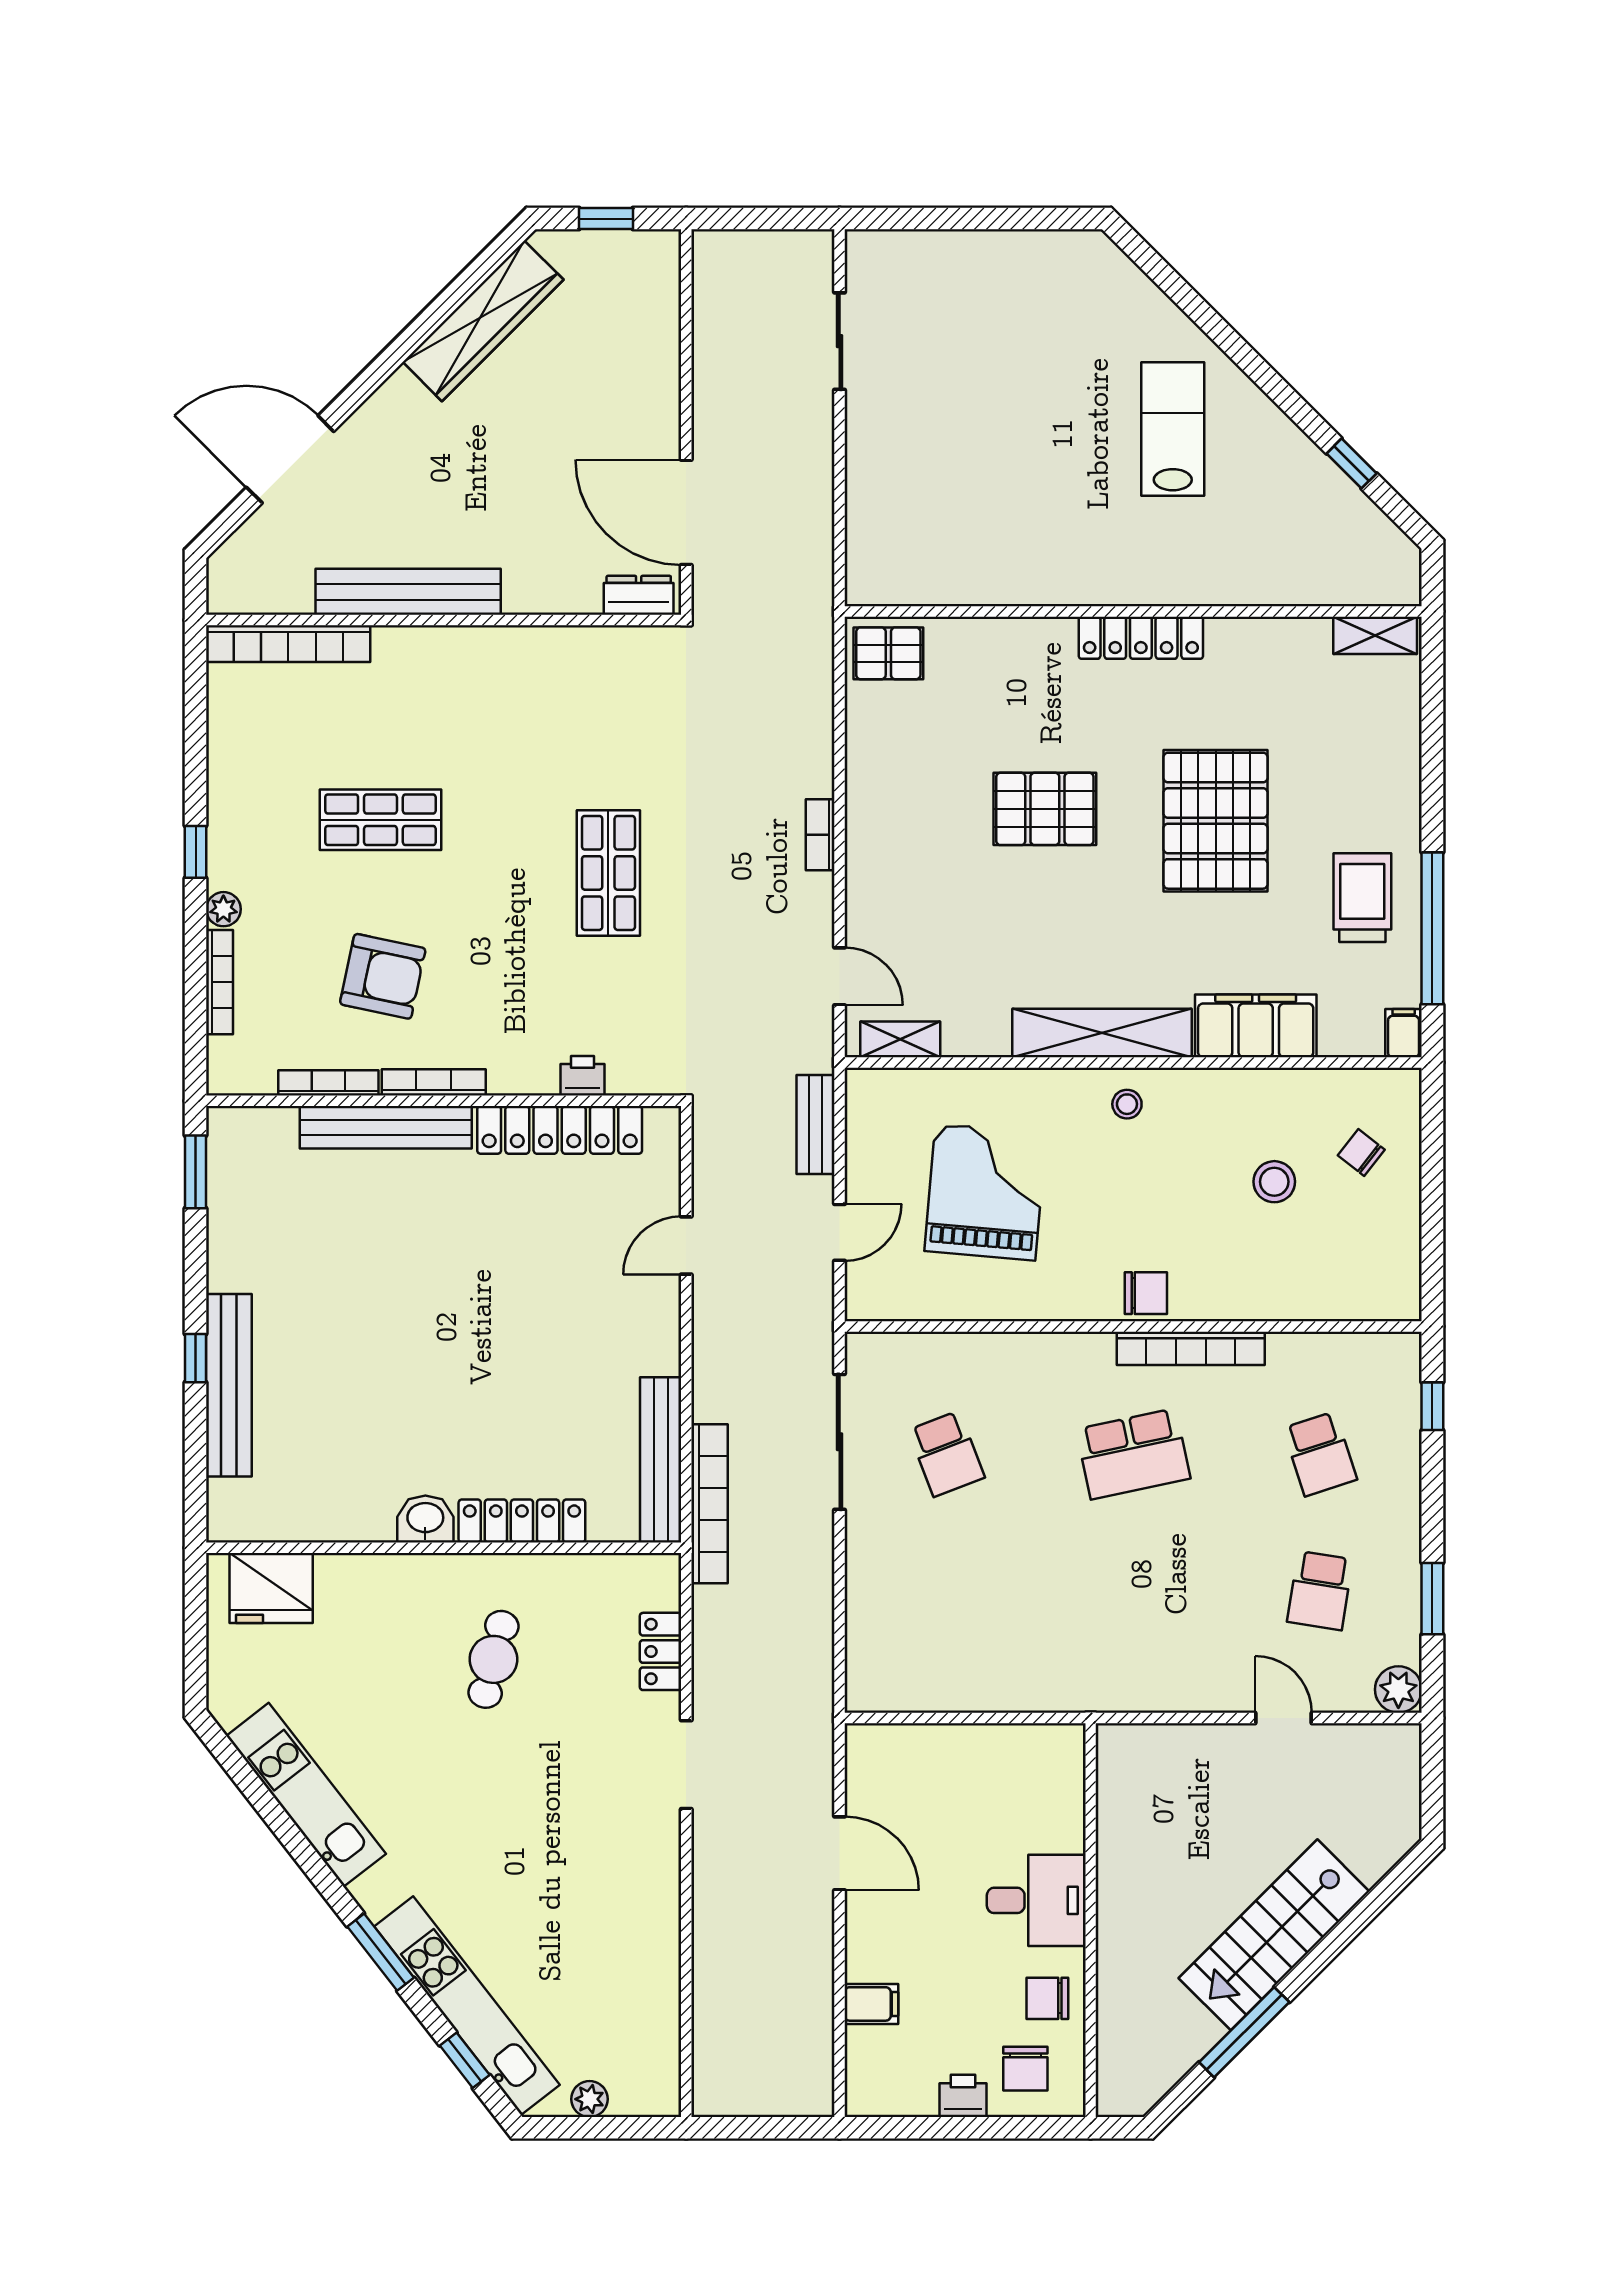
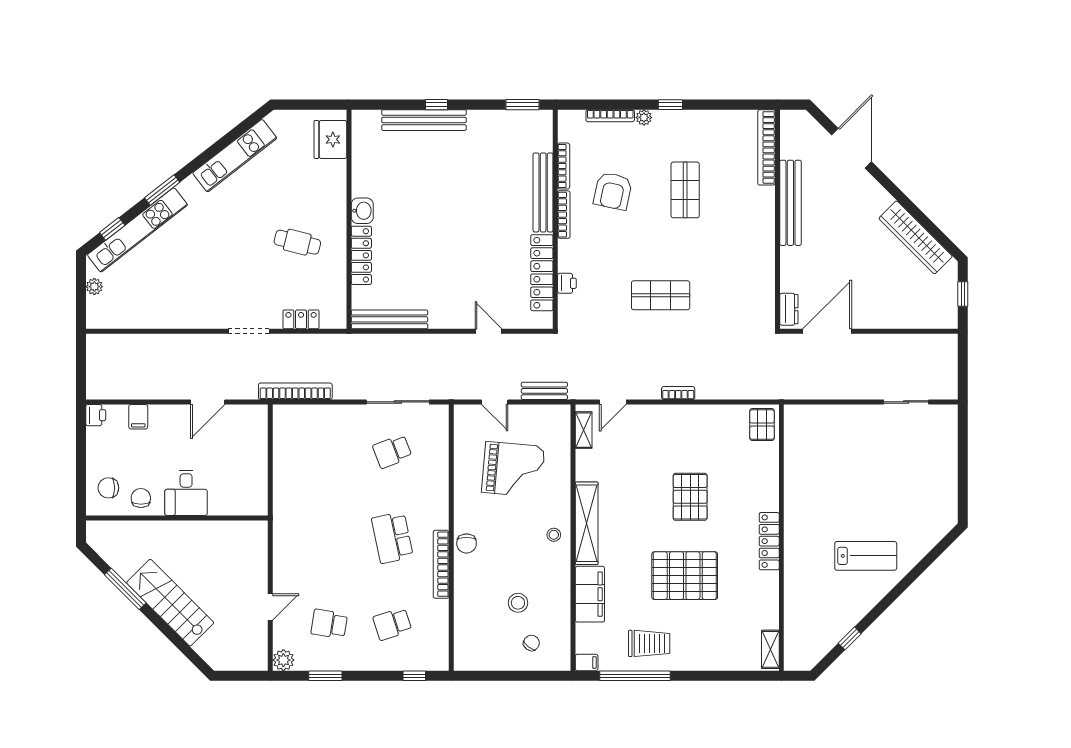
bookcase: (709, 1504) -> (295, 391), moved, turned 180
printer: (963, 2096) -> (96, 415), moved

